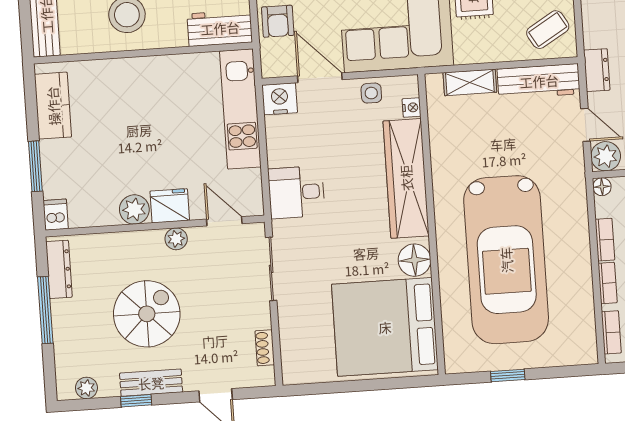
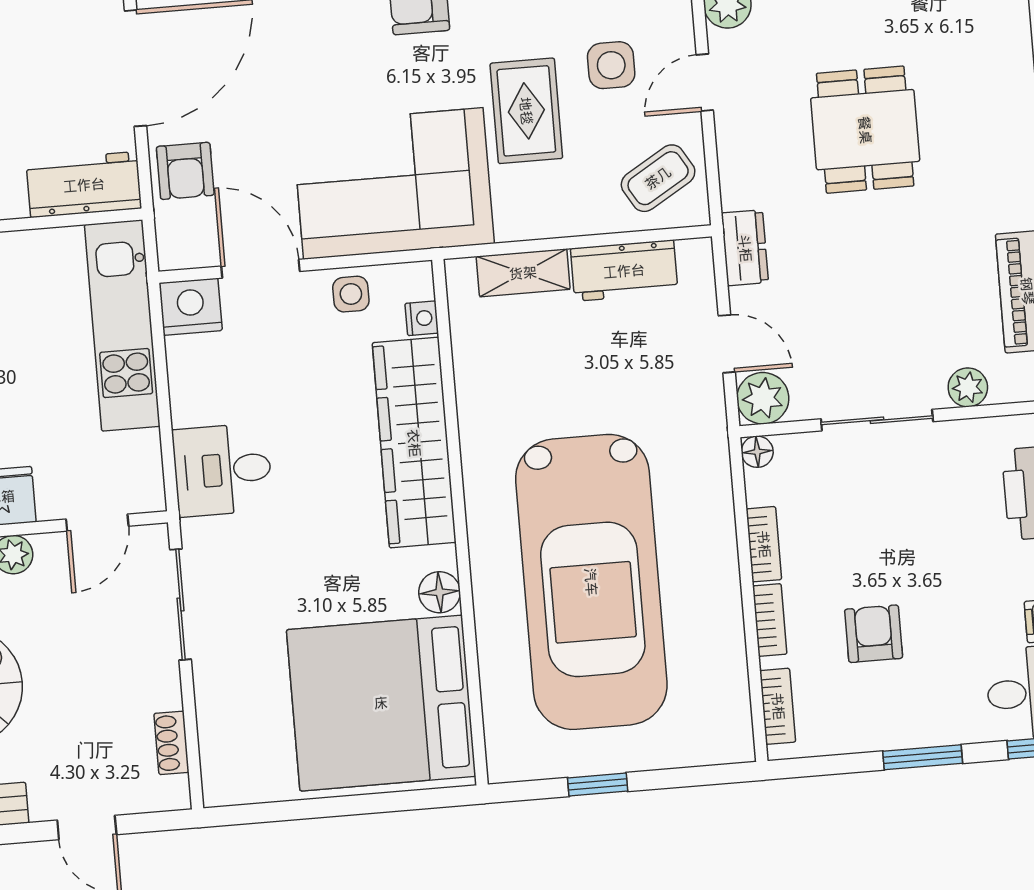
workbench: (539, 81) -> (624, 271), width x0.73
door: (224, 221) -> (97, 523), swing flipped
floor lamp: (414, 260) -> (440, 592), width x0.73, depth x0.73

